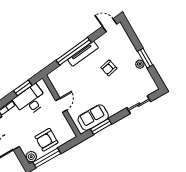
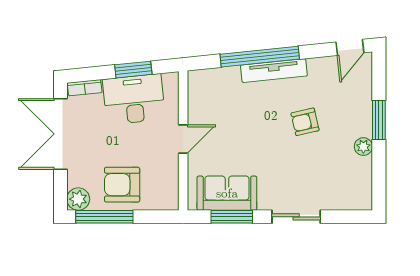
door: (110, 25) -> (350, 47), swing flipped
window: (145, 58) -> (379, 120), moved
sliding door: (139, 105) -> (296, 217), moved

